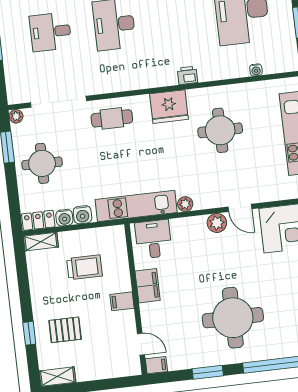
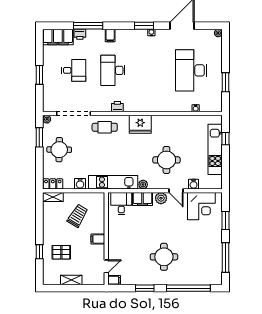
desk: (50, 32) -> (74, 70), turned 180
printer: (187, 75) -> (117, 107), moved
round table: (220, 130) -> (166, 160), moved
water cooler: (64, 218) -> (194, 184), moved
trolley: (85, 267) -> (78, 216), turned -59
filing cabinet: (148, 286) -> (142, 199), moved, turned 90
round table: (233, 318) -> (164, 257), width x0.73, depth x0.73
door: (141, 344) -> (106, 266), hinge flipped
shelving: (57, 377) -> (71, 280), moved

